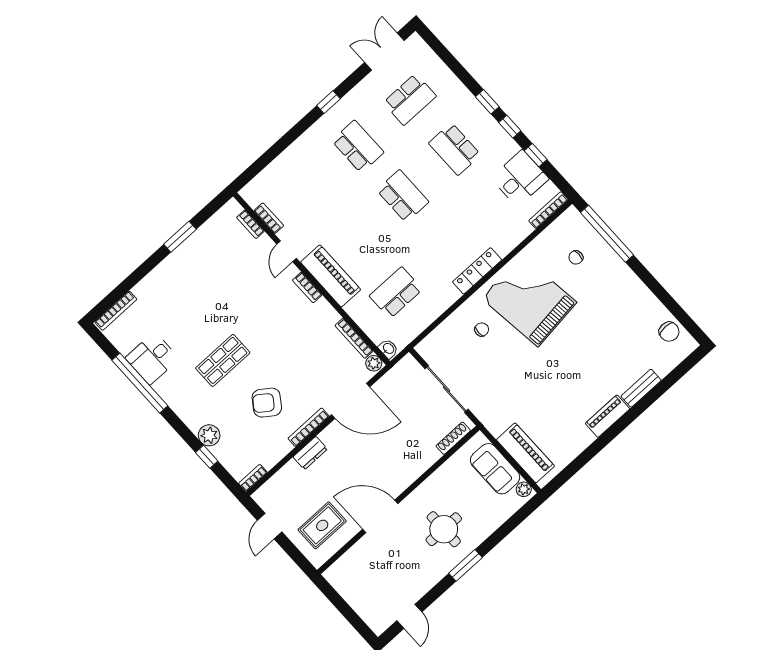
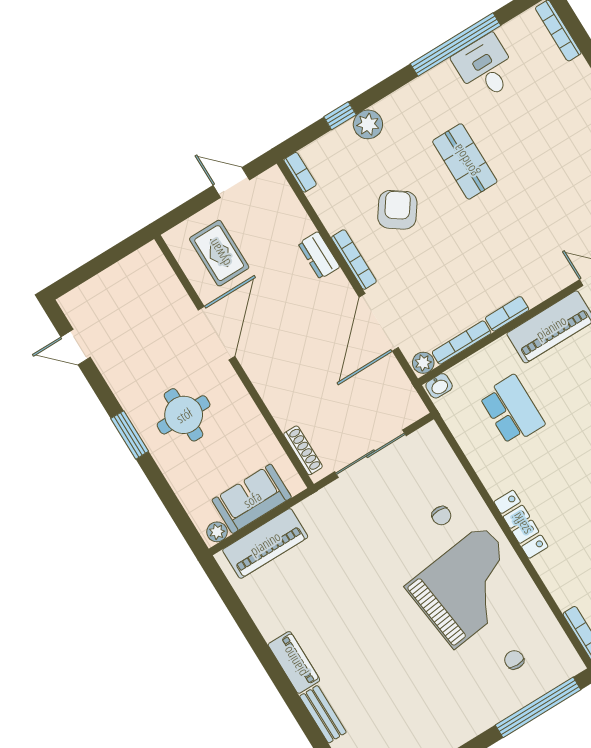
bookcase: (307, 287) -> (507, 314), moved

